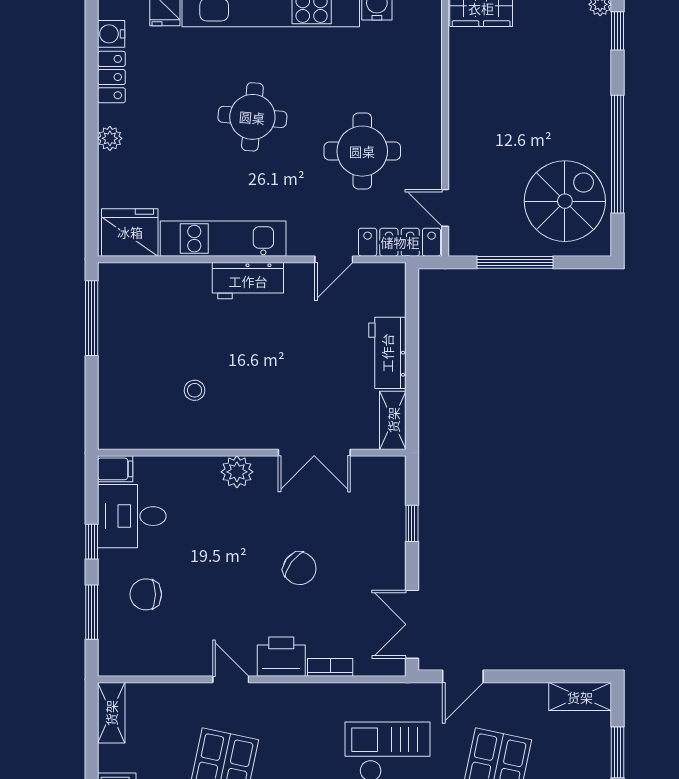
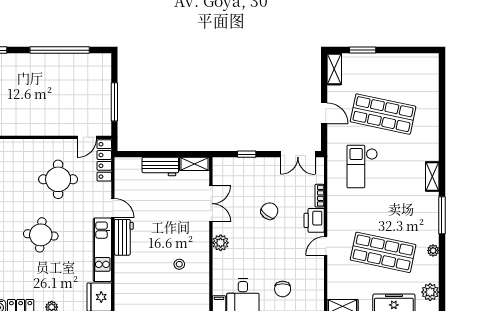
spiral stairs: (565, 201) -> (83, 77), removed
door: (334, 259) -> (113, 208), moved
door: (463, 676) -> (324, 113), moved

